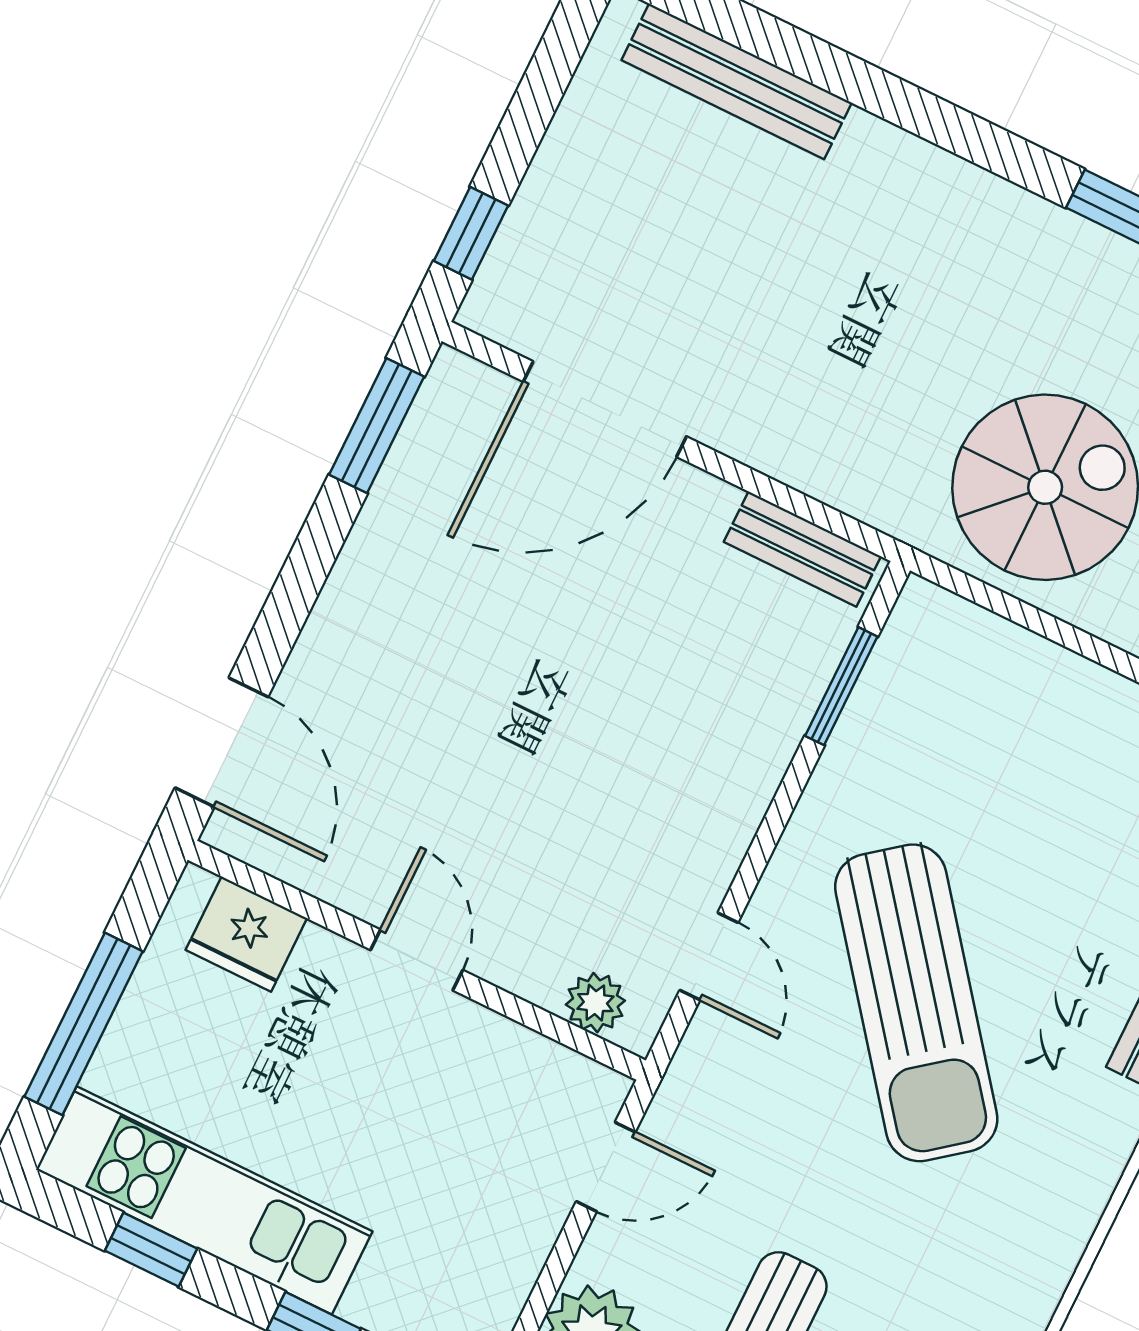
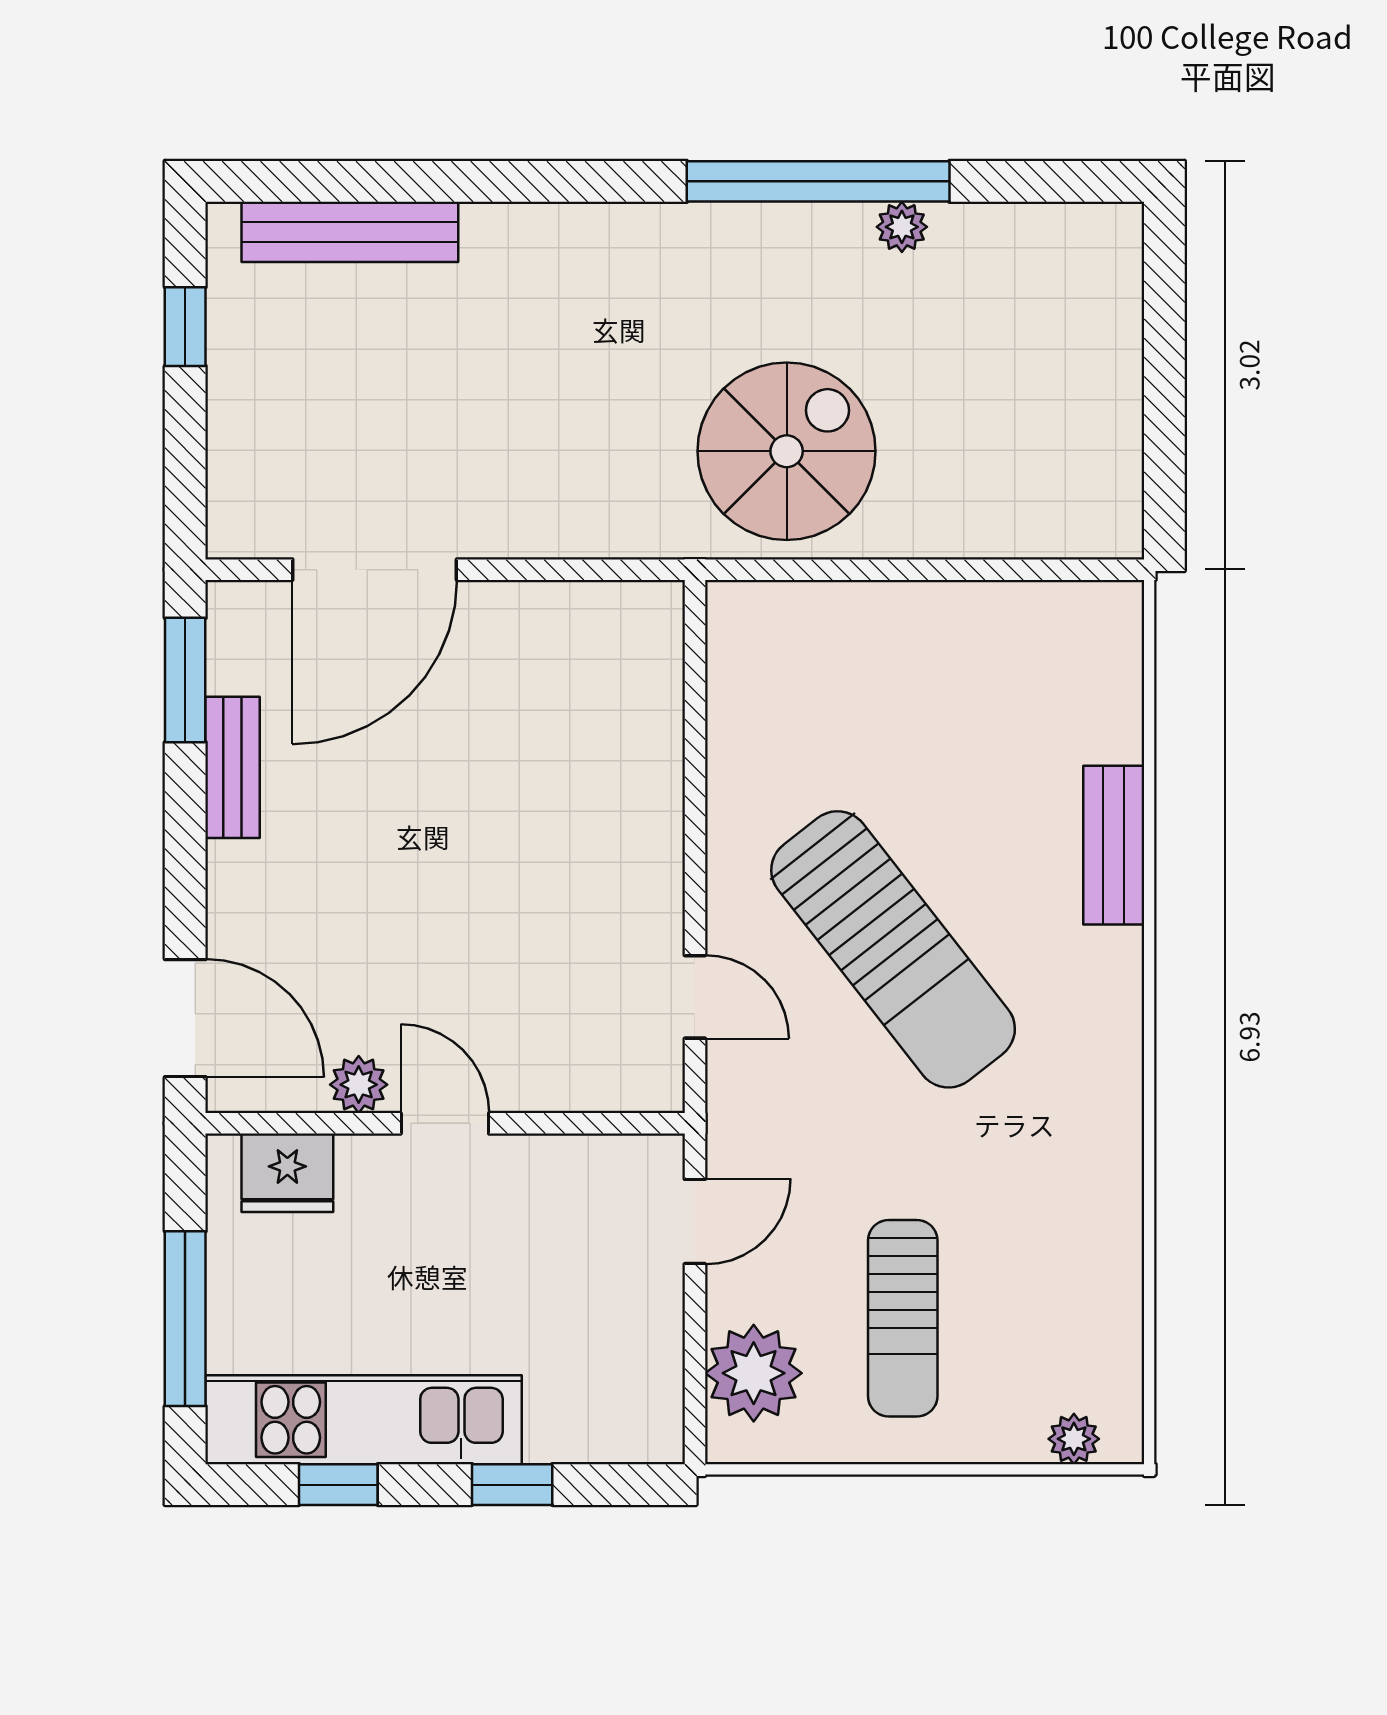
window: (471, 233) -> (185, 327), moved
bench: (802, 549) -> (232, 767), moved, turned 90
window: (841, 686) -> (695, 708), removed
plant: (595, 1003) -> (359, 1085), moved

